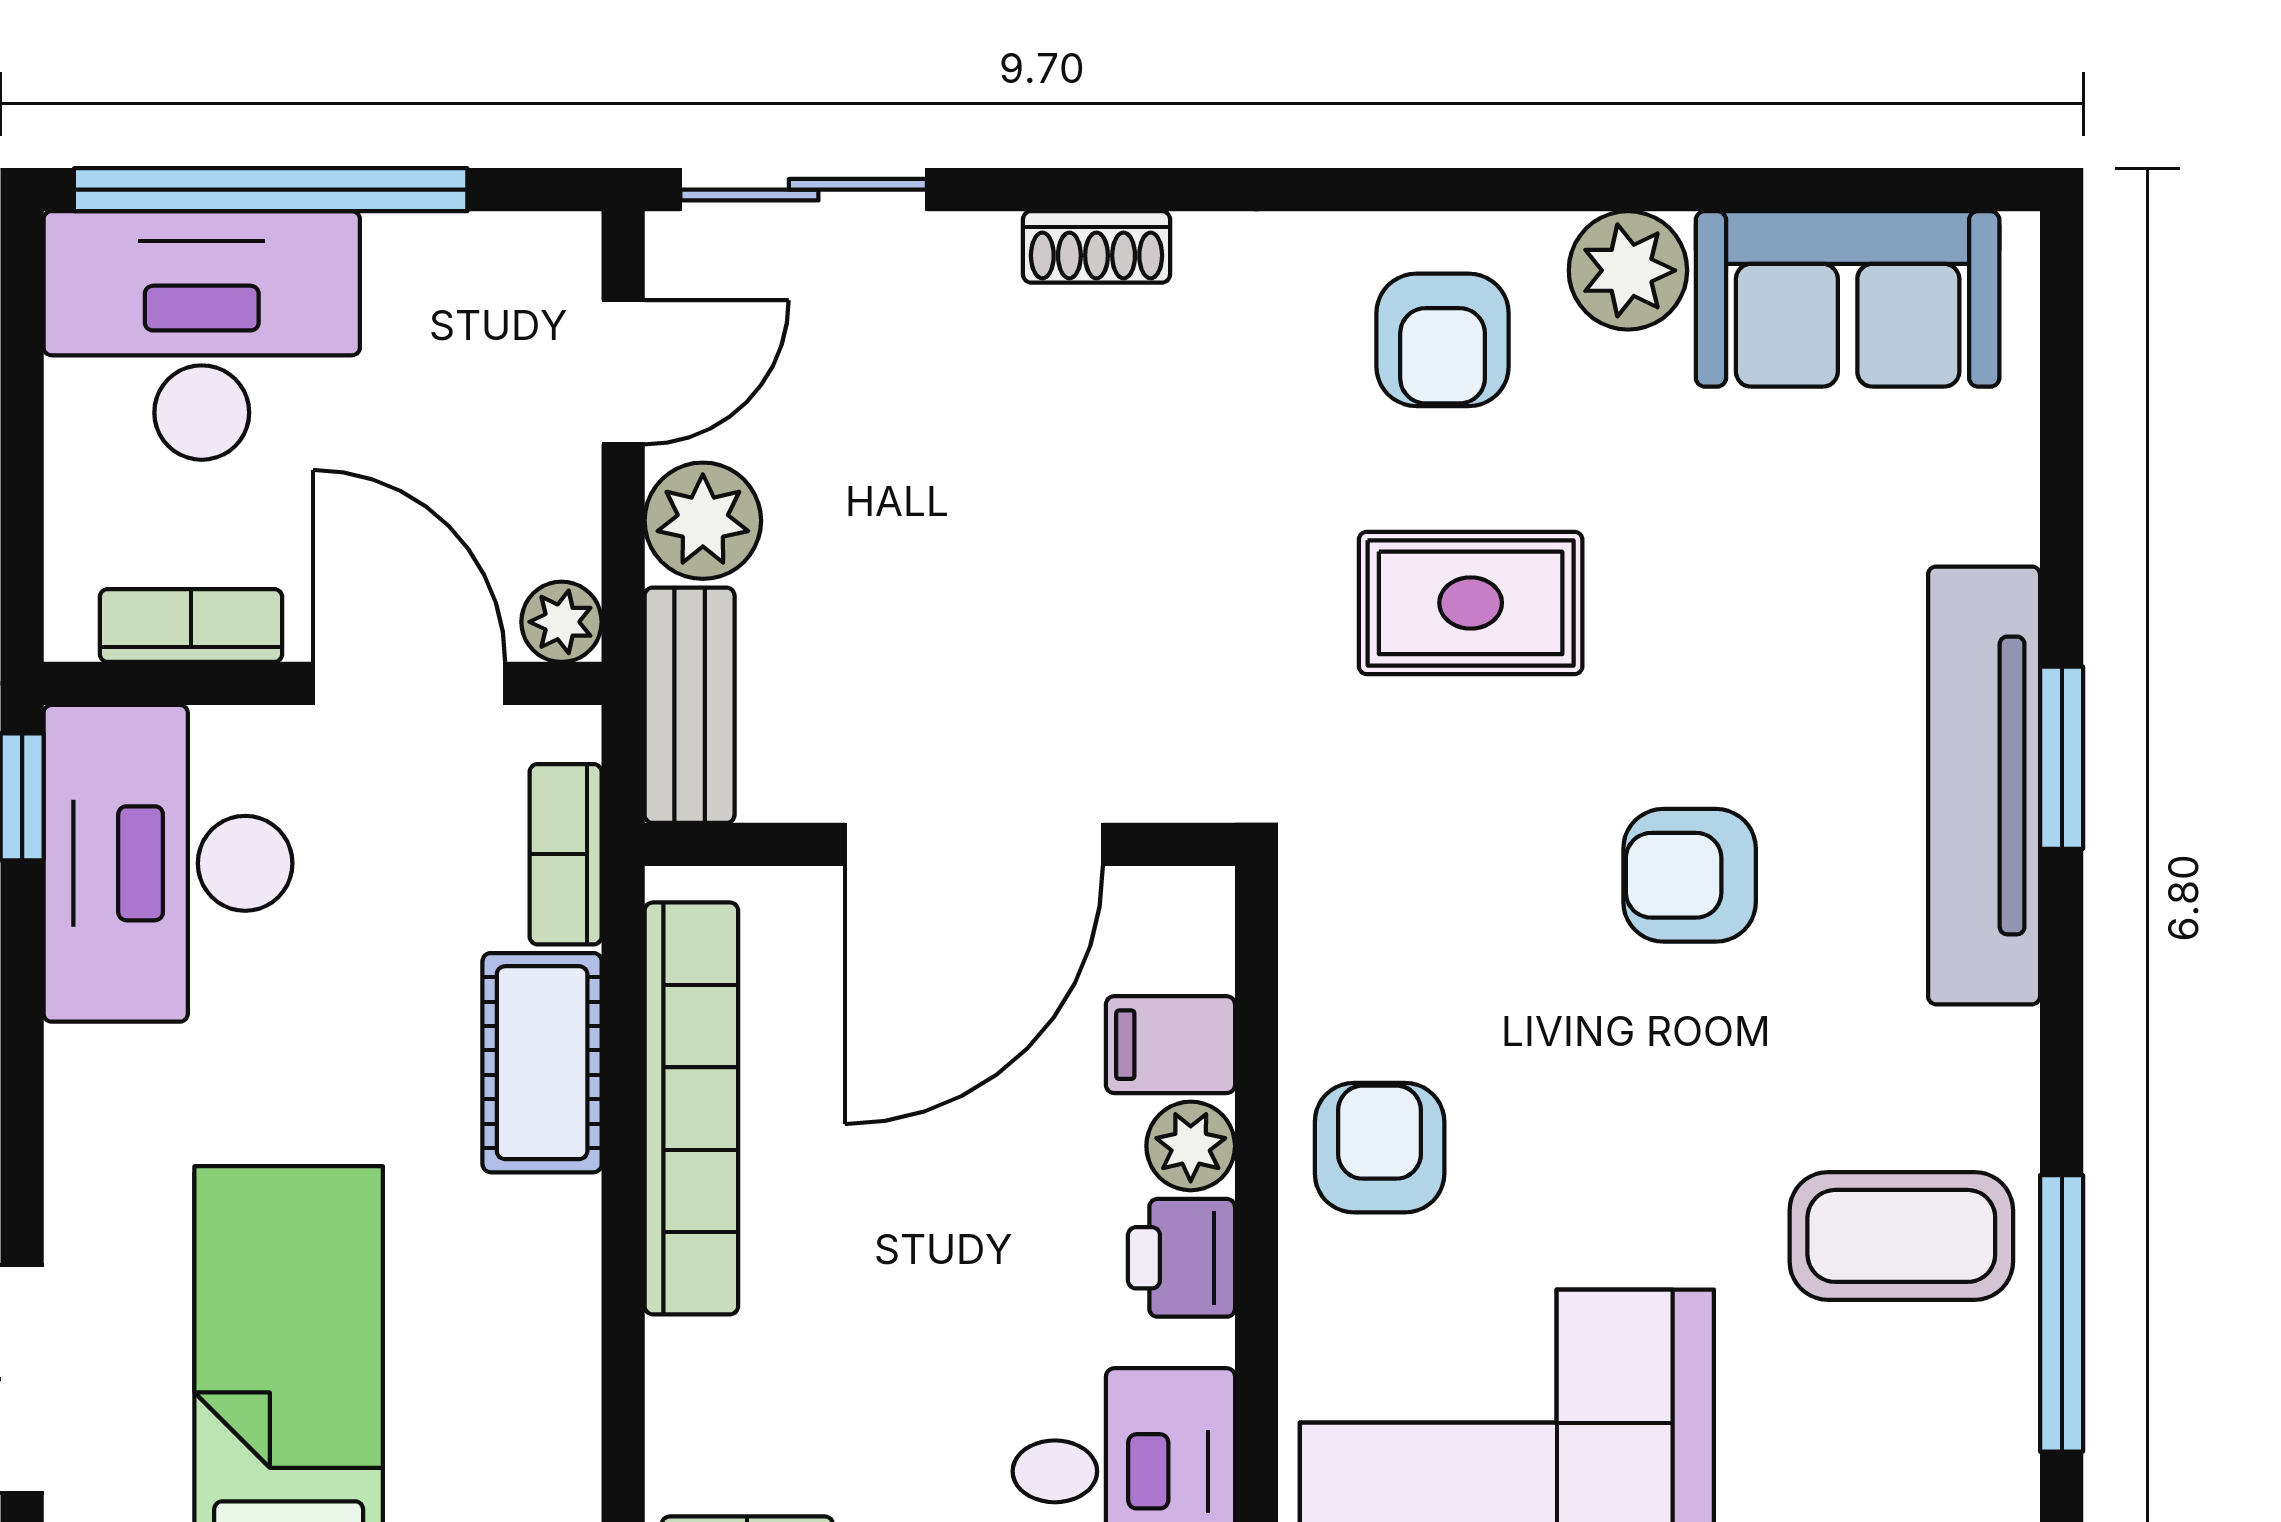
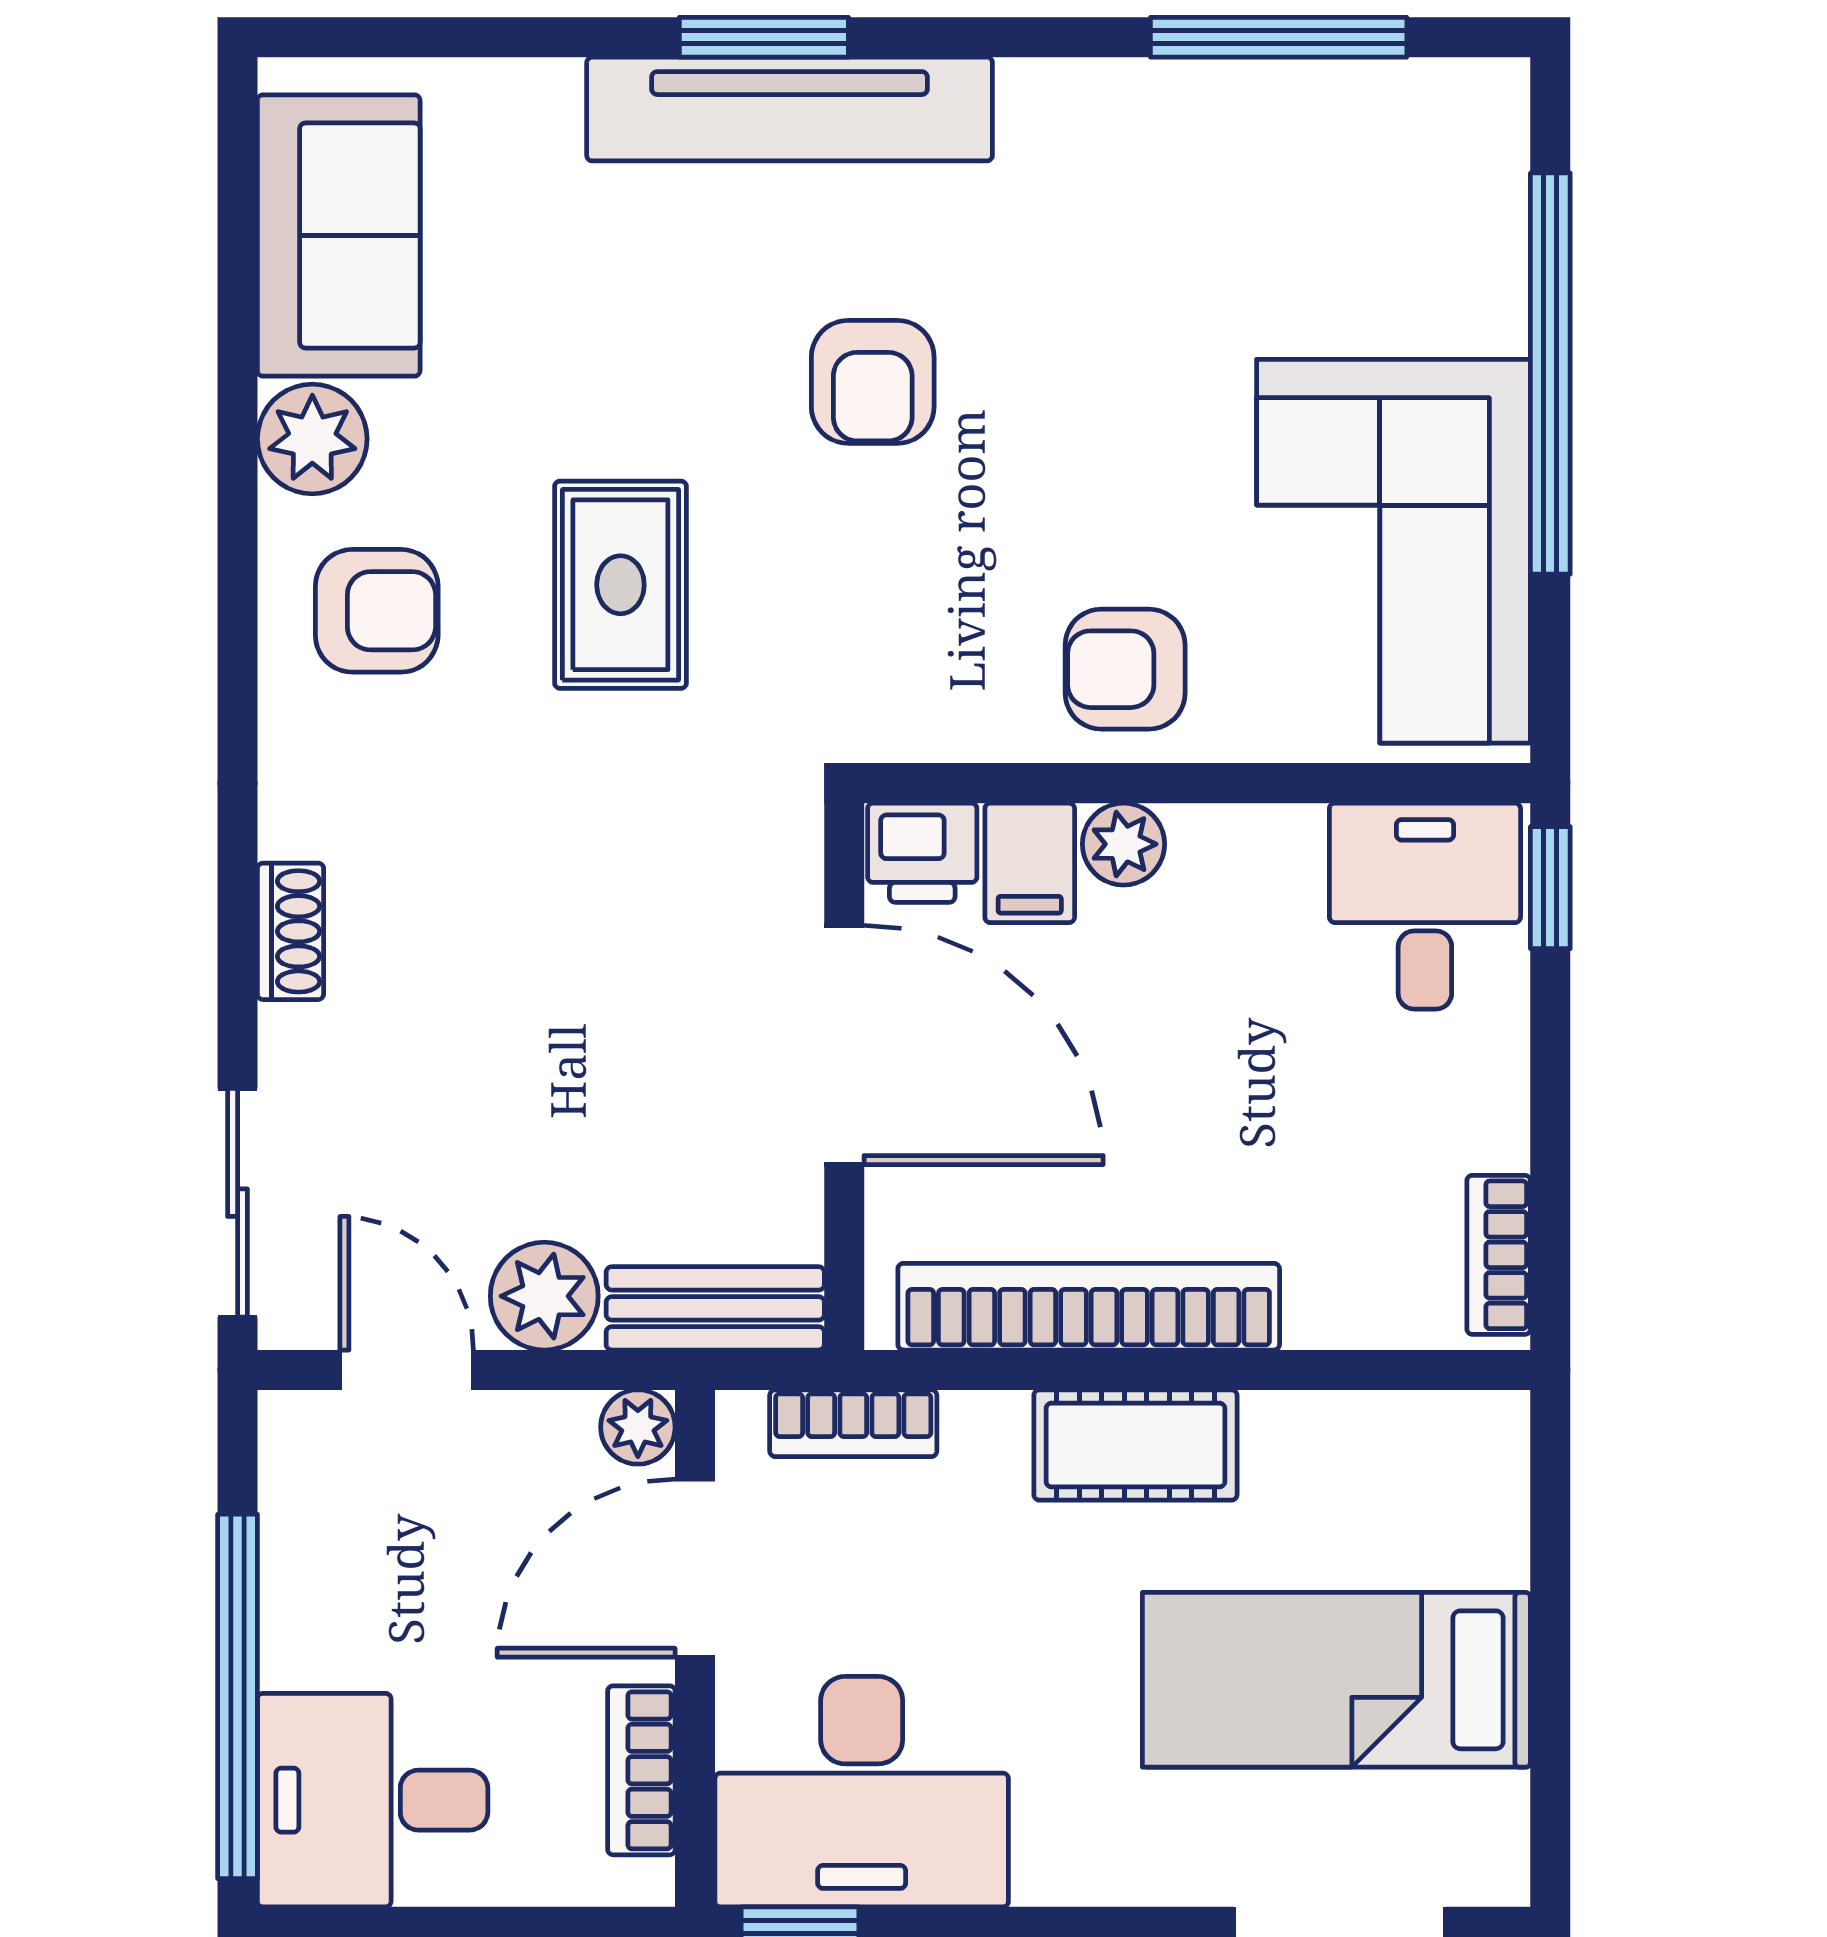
desk: (202, 335) -> (373, 1800), width x0.73
cot: (542, 1063) -> (1135, 1445), moved
coffee table: (1901, 1236) -> (1207, 186), removed
printer: (1181, 1258) -> (922, 853), moved

